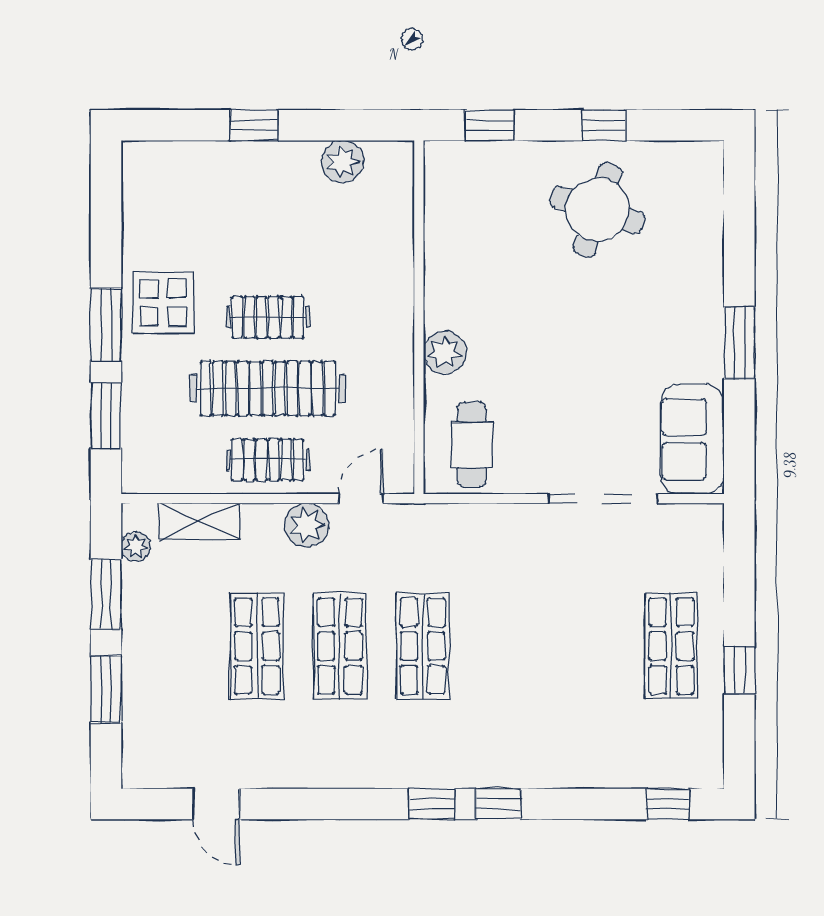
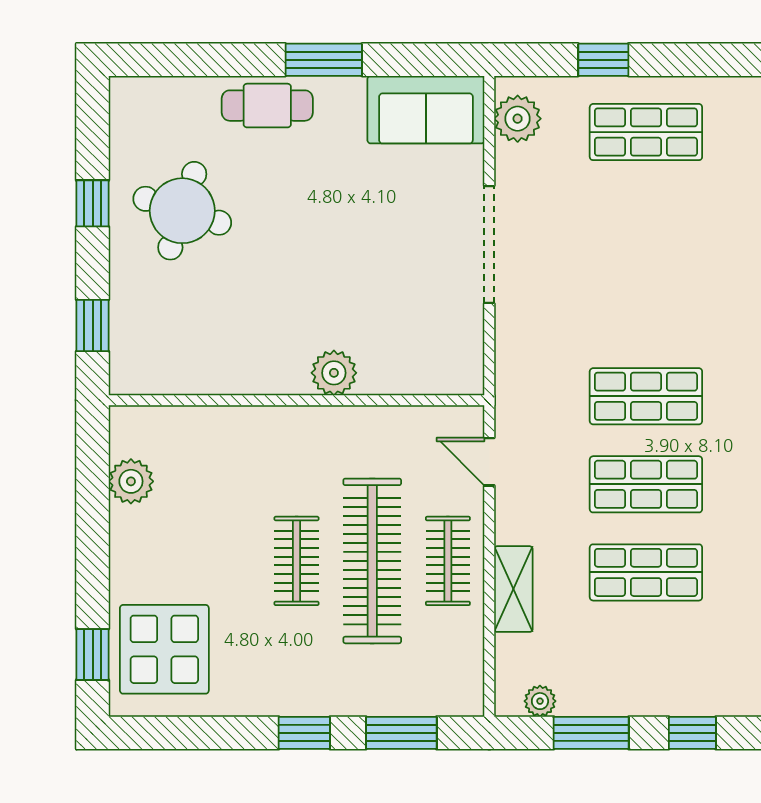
window: (254, 125) -> (93, 654), moved
display table: (163, 303) -> (164, 649), moved, width x1.36, depth x1.36
window: (106, 325) -> (304, 733), width x0.67
cafe table: (472, 444) -> (267, 106), moved
doorway: (603, 499) -> (489, 245), moved
shelving: (199, 521) -> (513, 589), moved
plant: (307, 525) -> (518, 119), moved
window: (739, 670) -> (603, 60), moved
window: (106, 690) -> (692, 733), width x0.67

